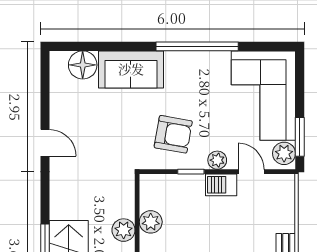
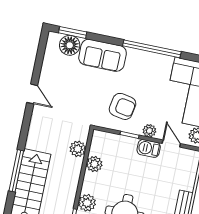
window: (83, 46) -> (73, 32), added
plant: (124, 230) -> (78, 149), moved

